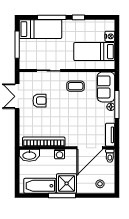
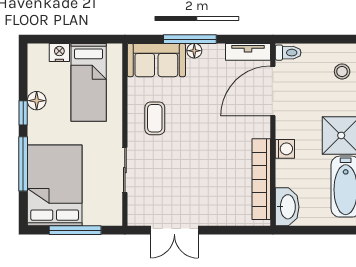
floor lamp: (85, 24) -> (37, 101), added
bed: (40, 29) -> (55, 185), width x1.50
armchair: (39, 101) -> (182, 187), removed
door: (90, 148) -> (273, 91), swing flipped

